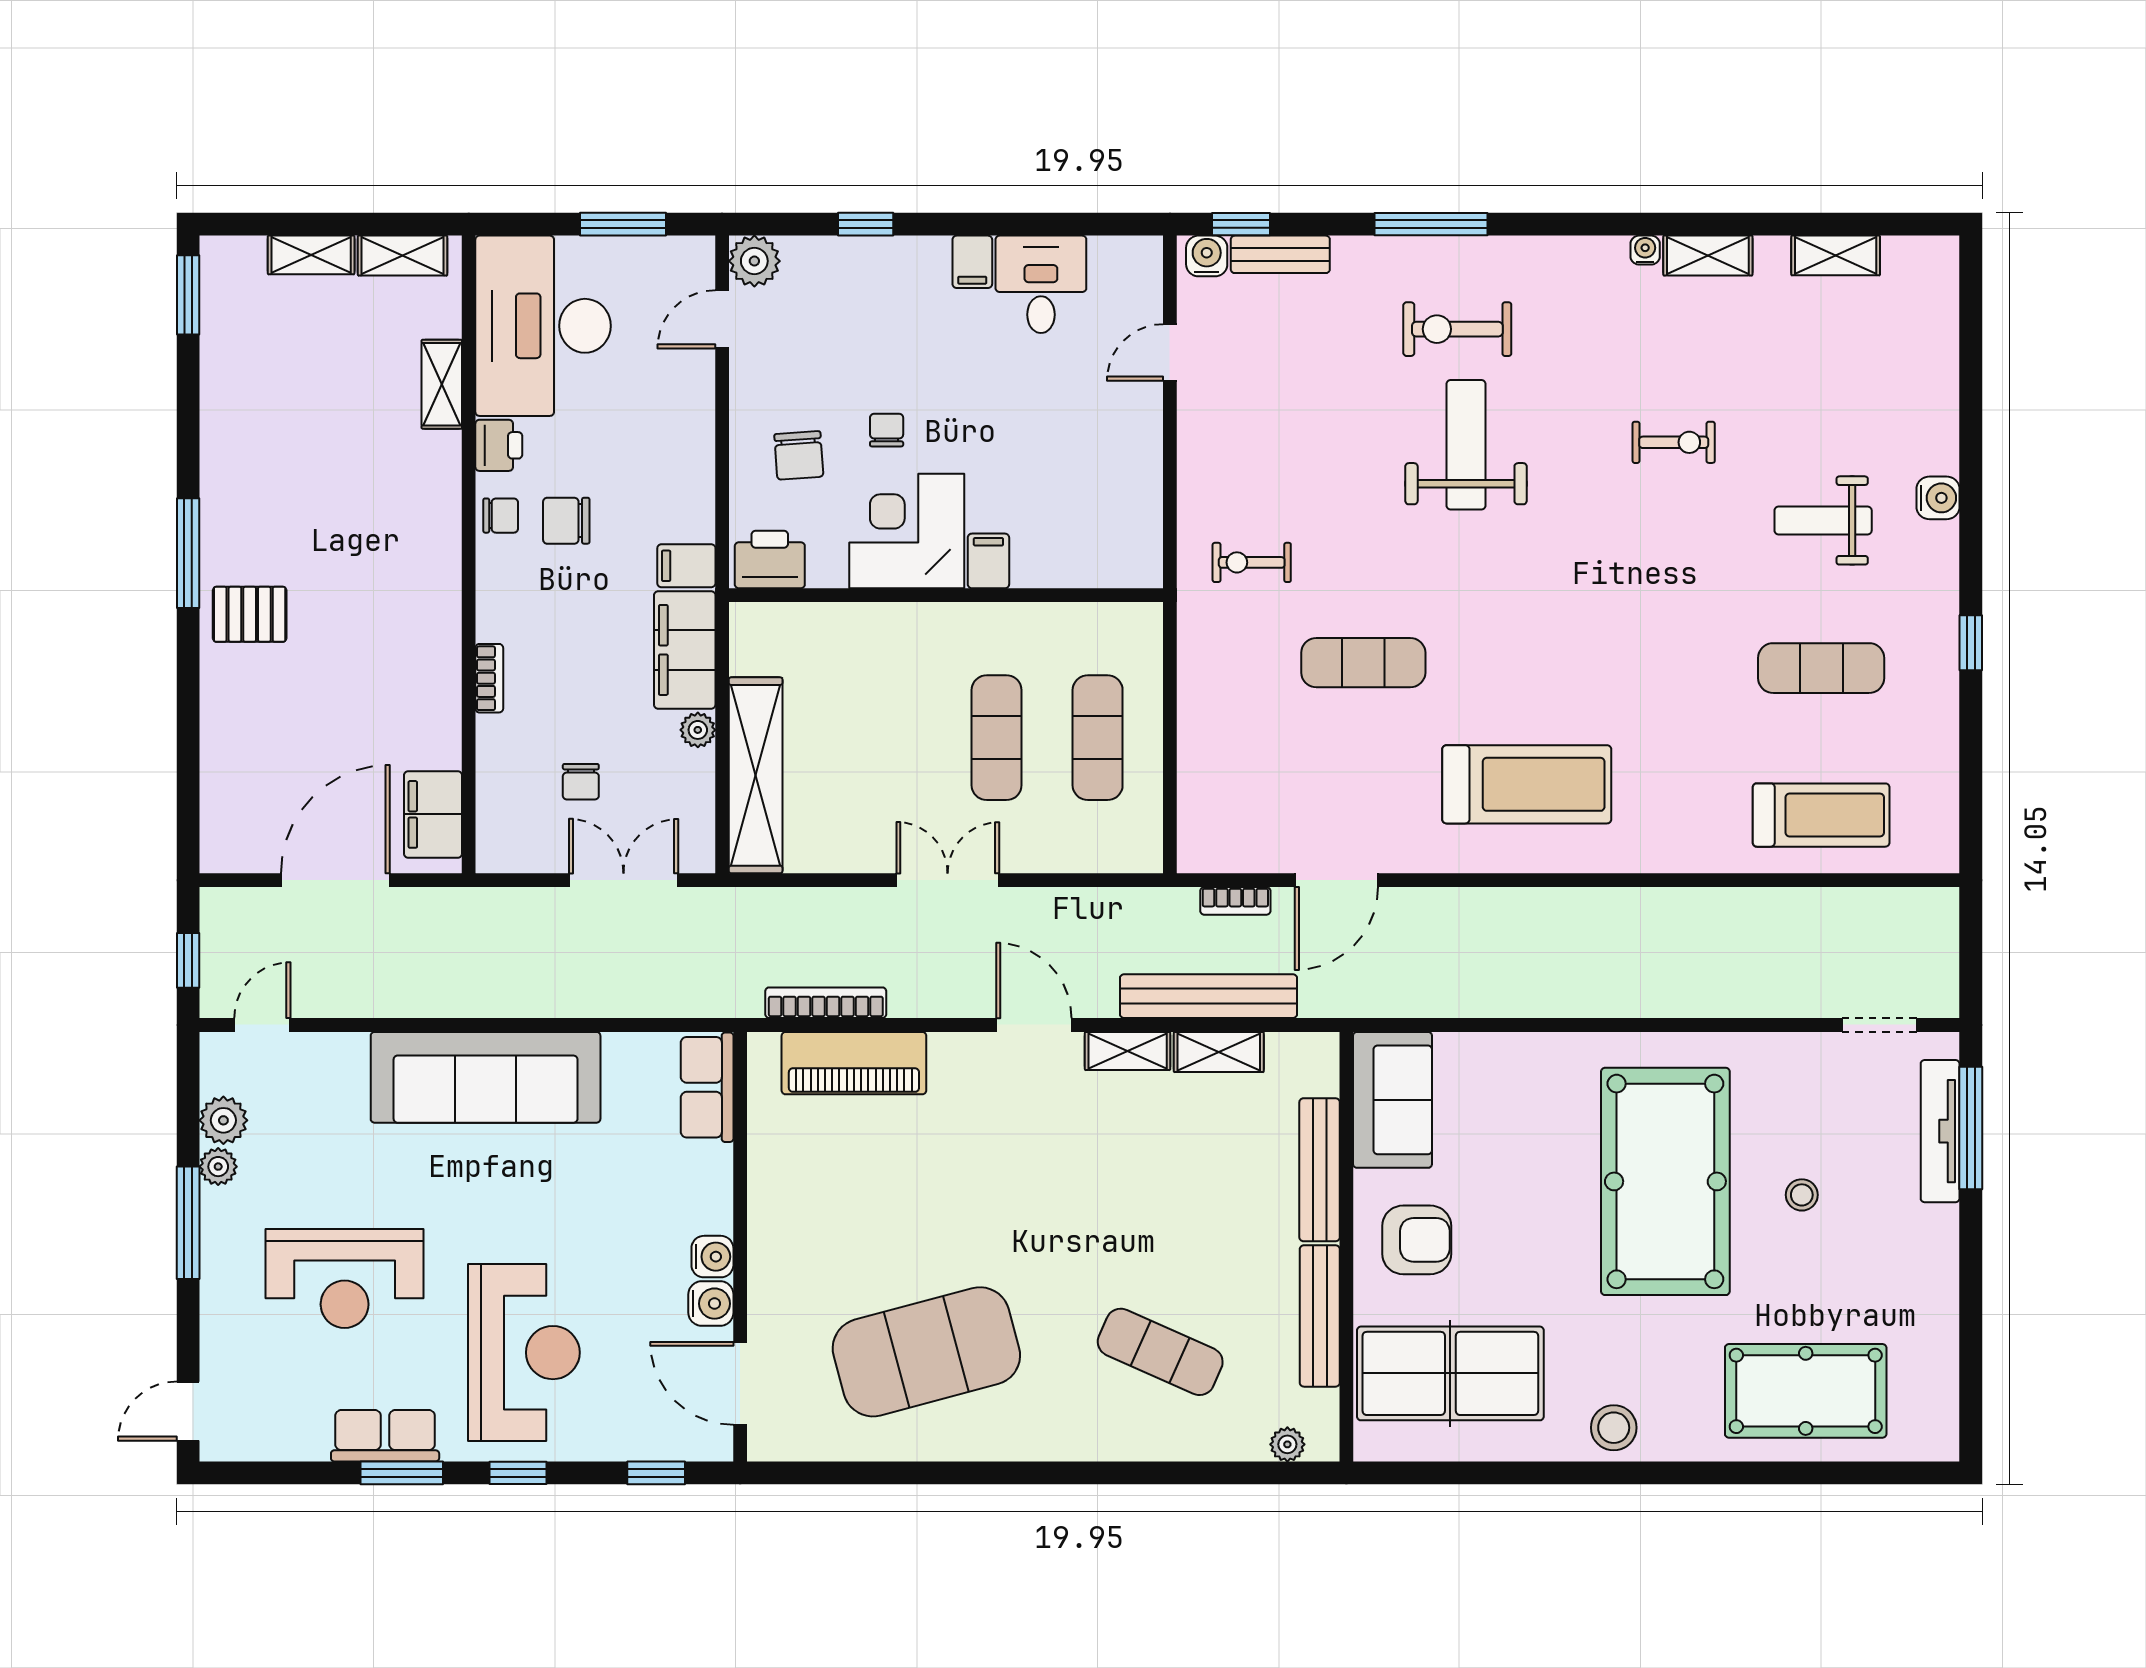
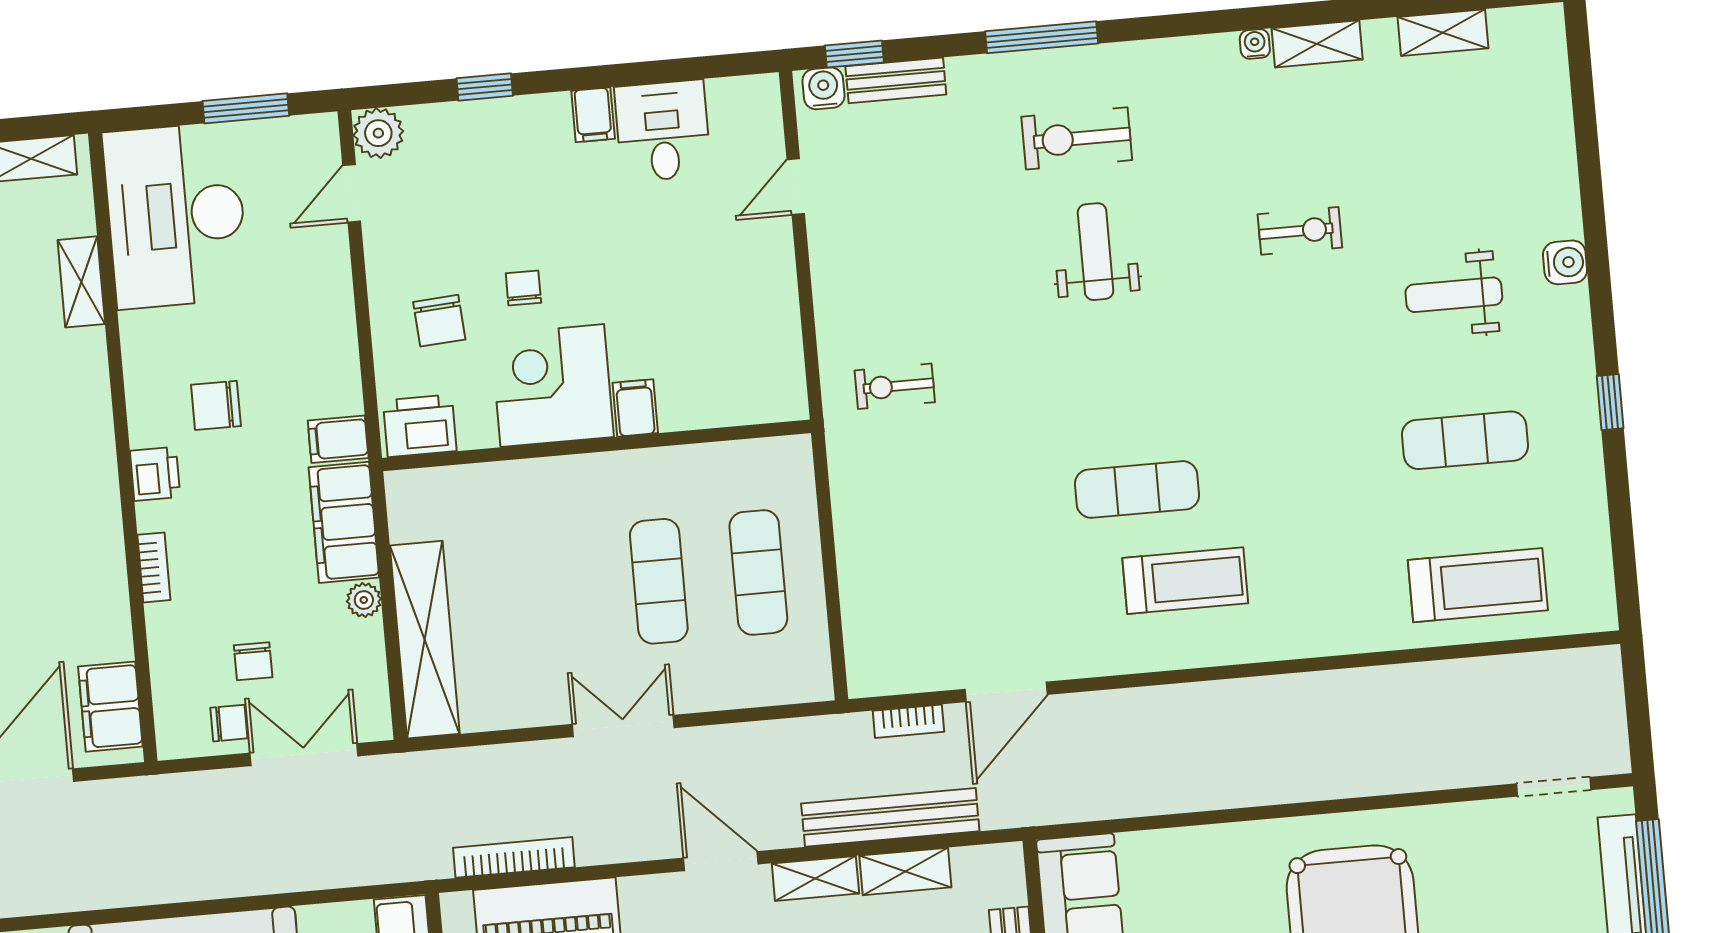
printer: (499, 445) -> (155, 474), moved
weight bench: (1466, 445) -> (1096, 252), width x0.73, depth x0.75
chair: (501, 516) -> (229, 723), moved
exercise mat: (1363, 663) -> (1137, 489), moved
treadmill: (1527, 784) -> (1185, 581), width x0.73, depth x0.73

